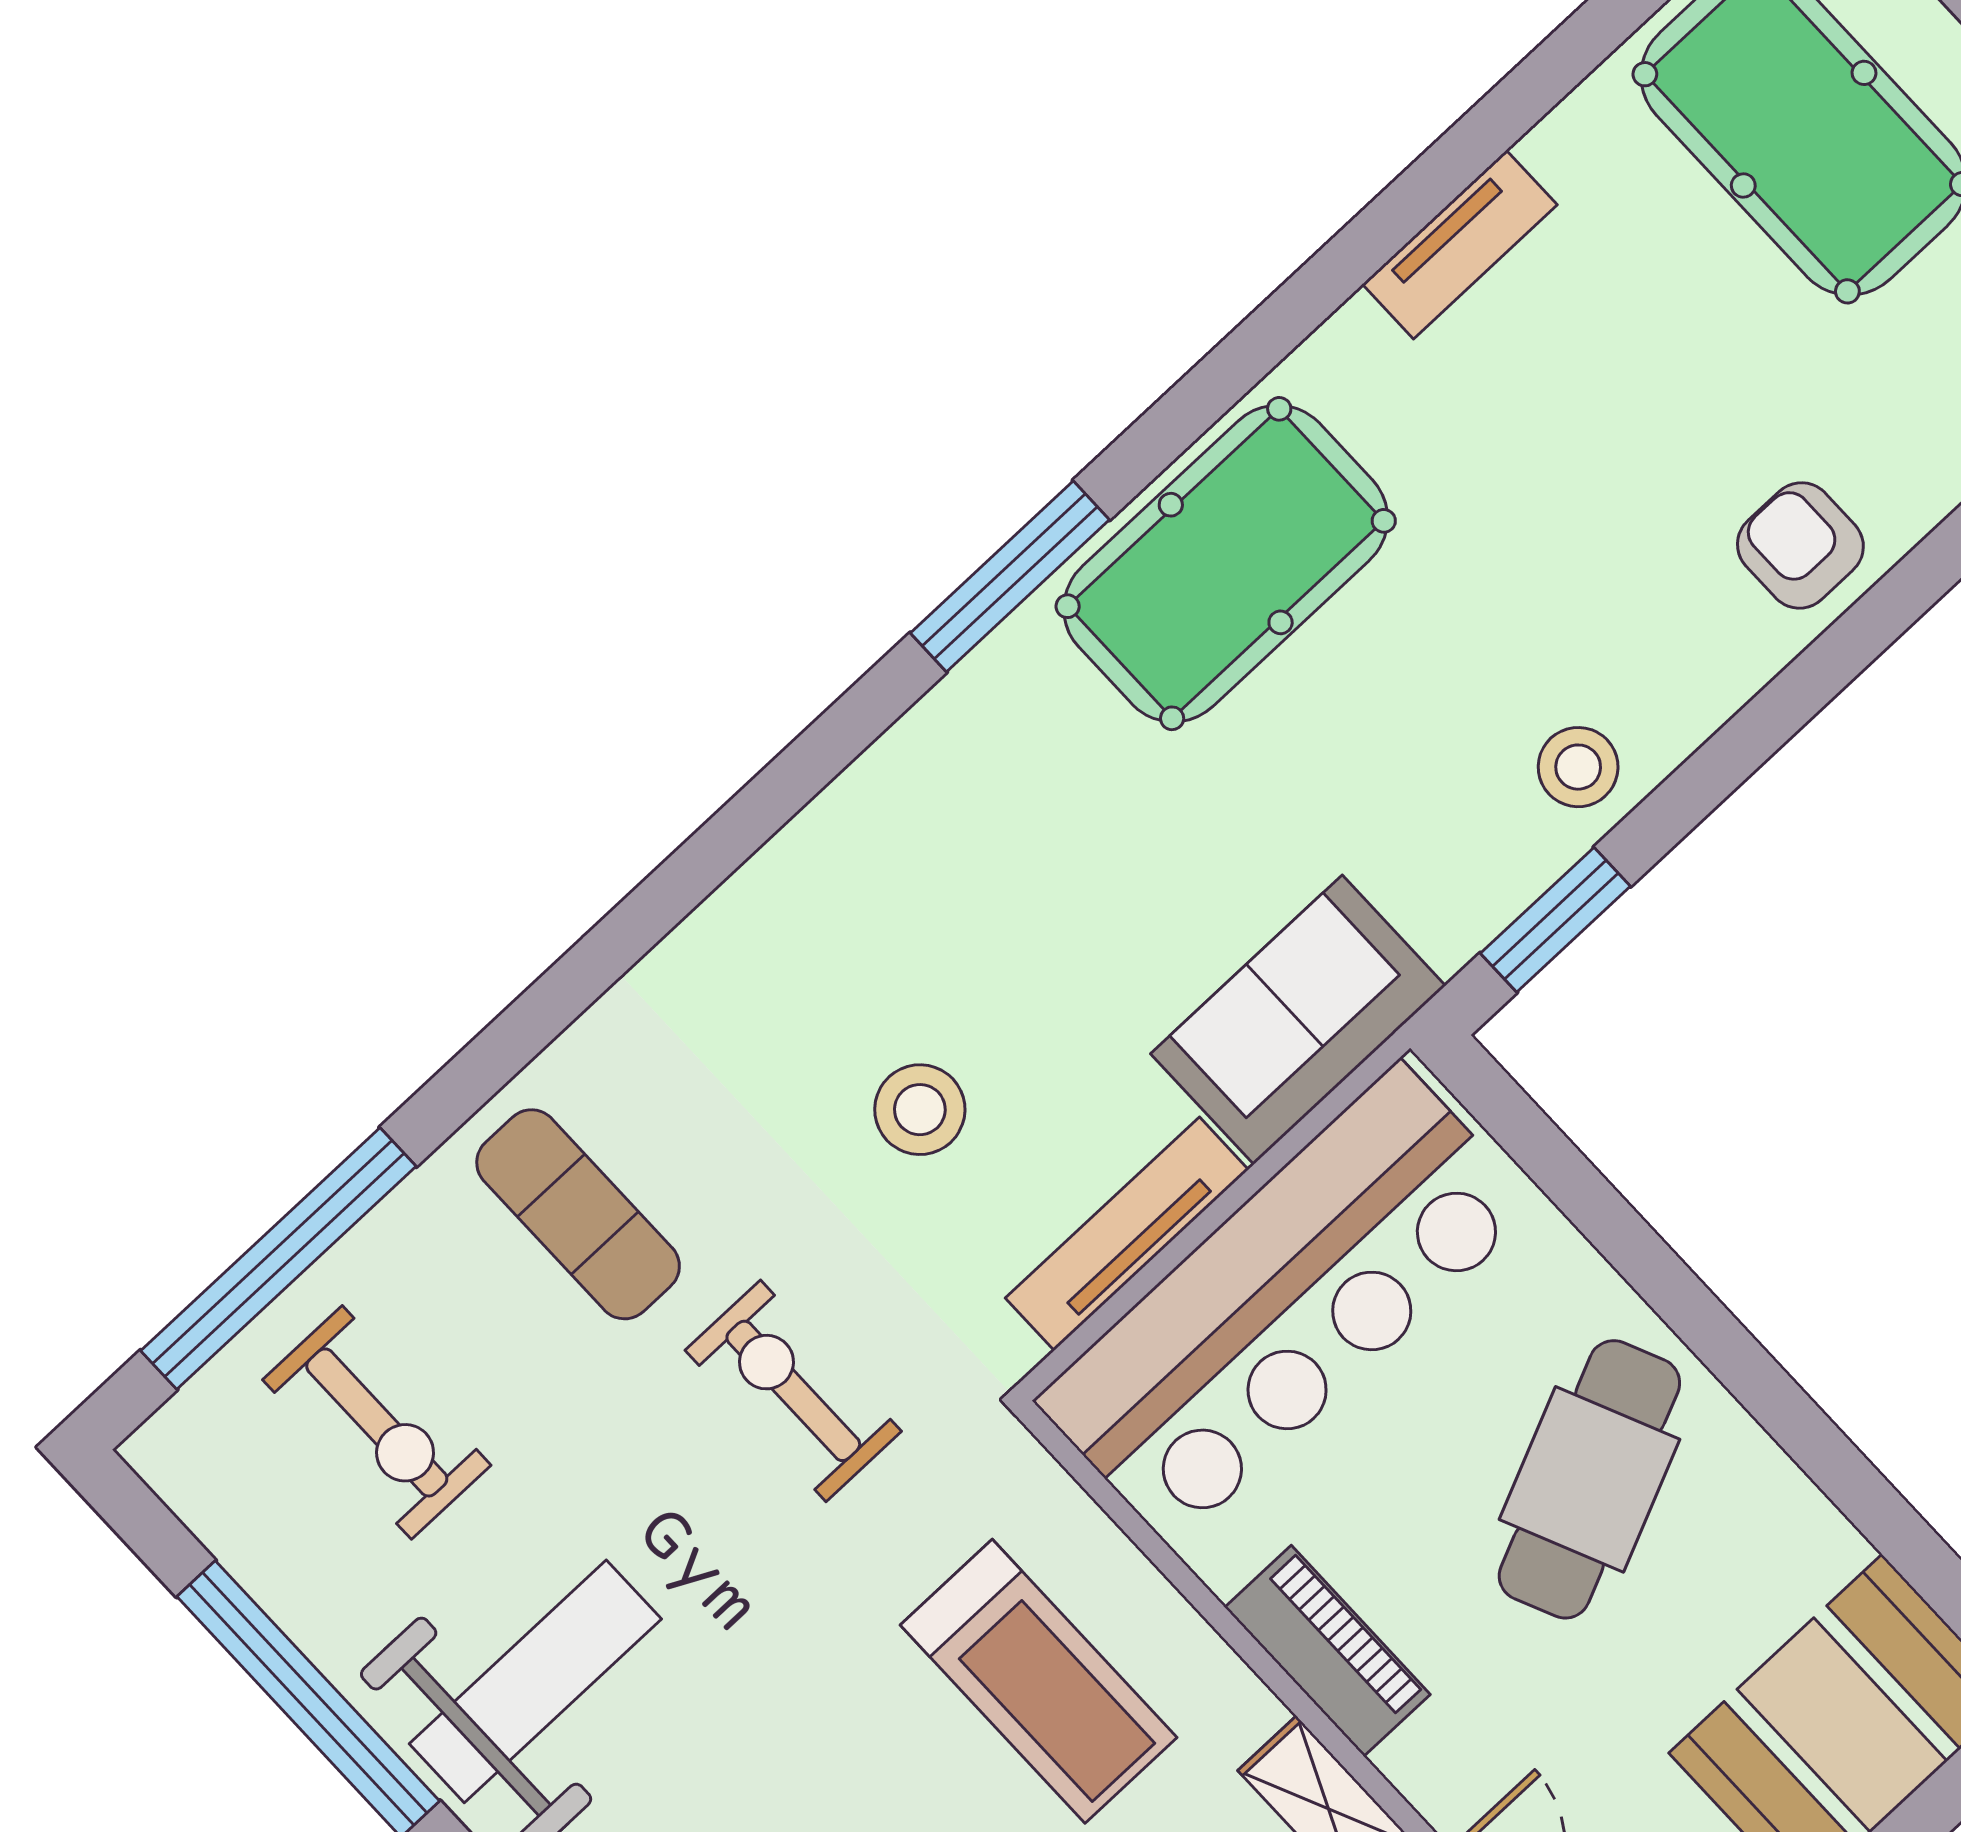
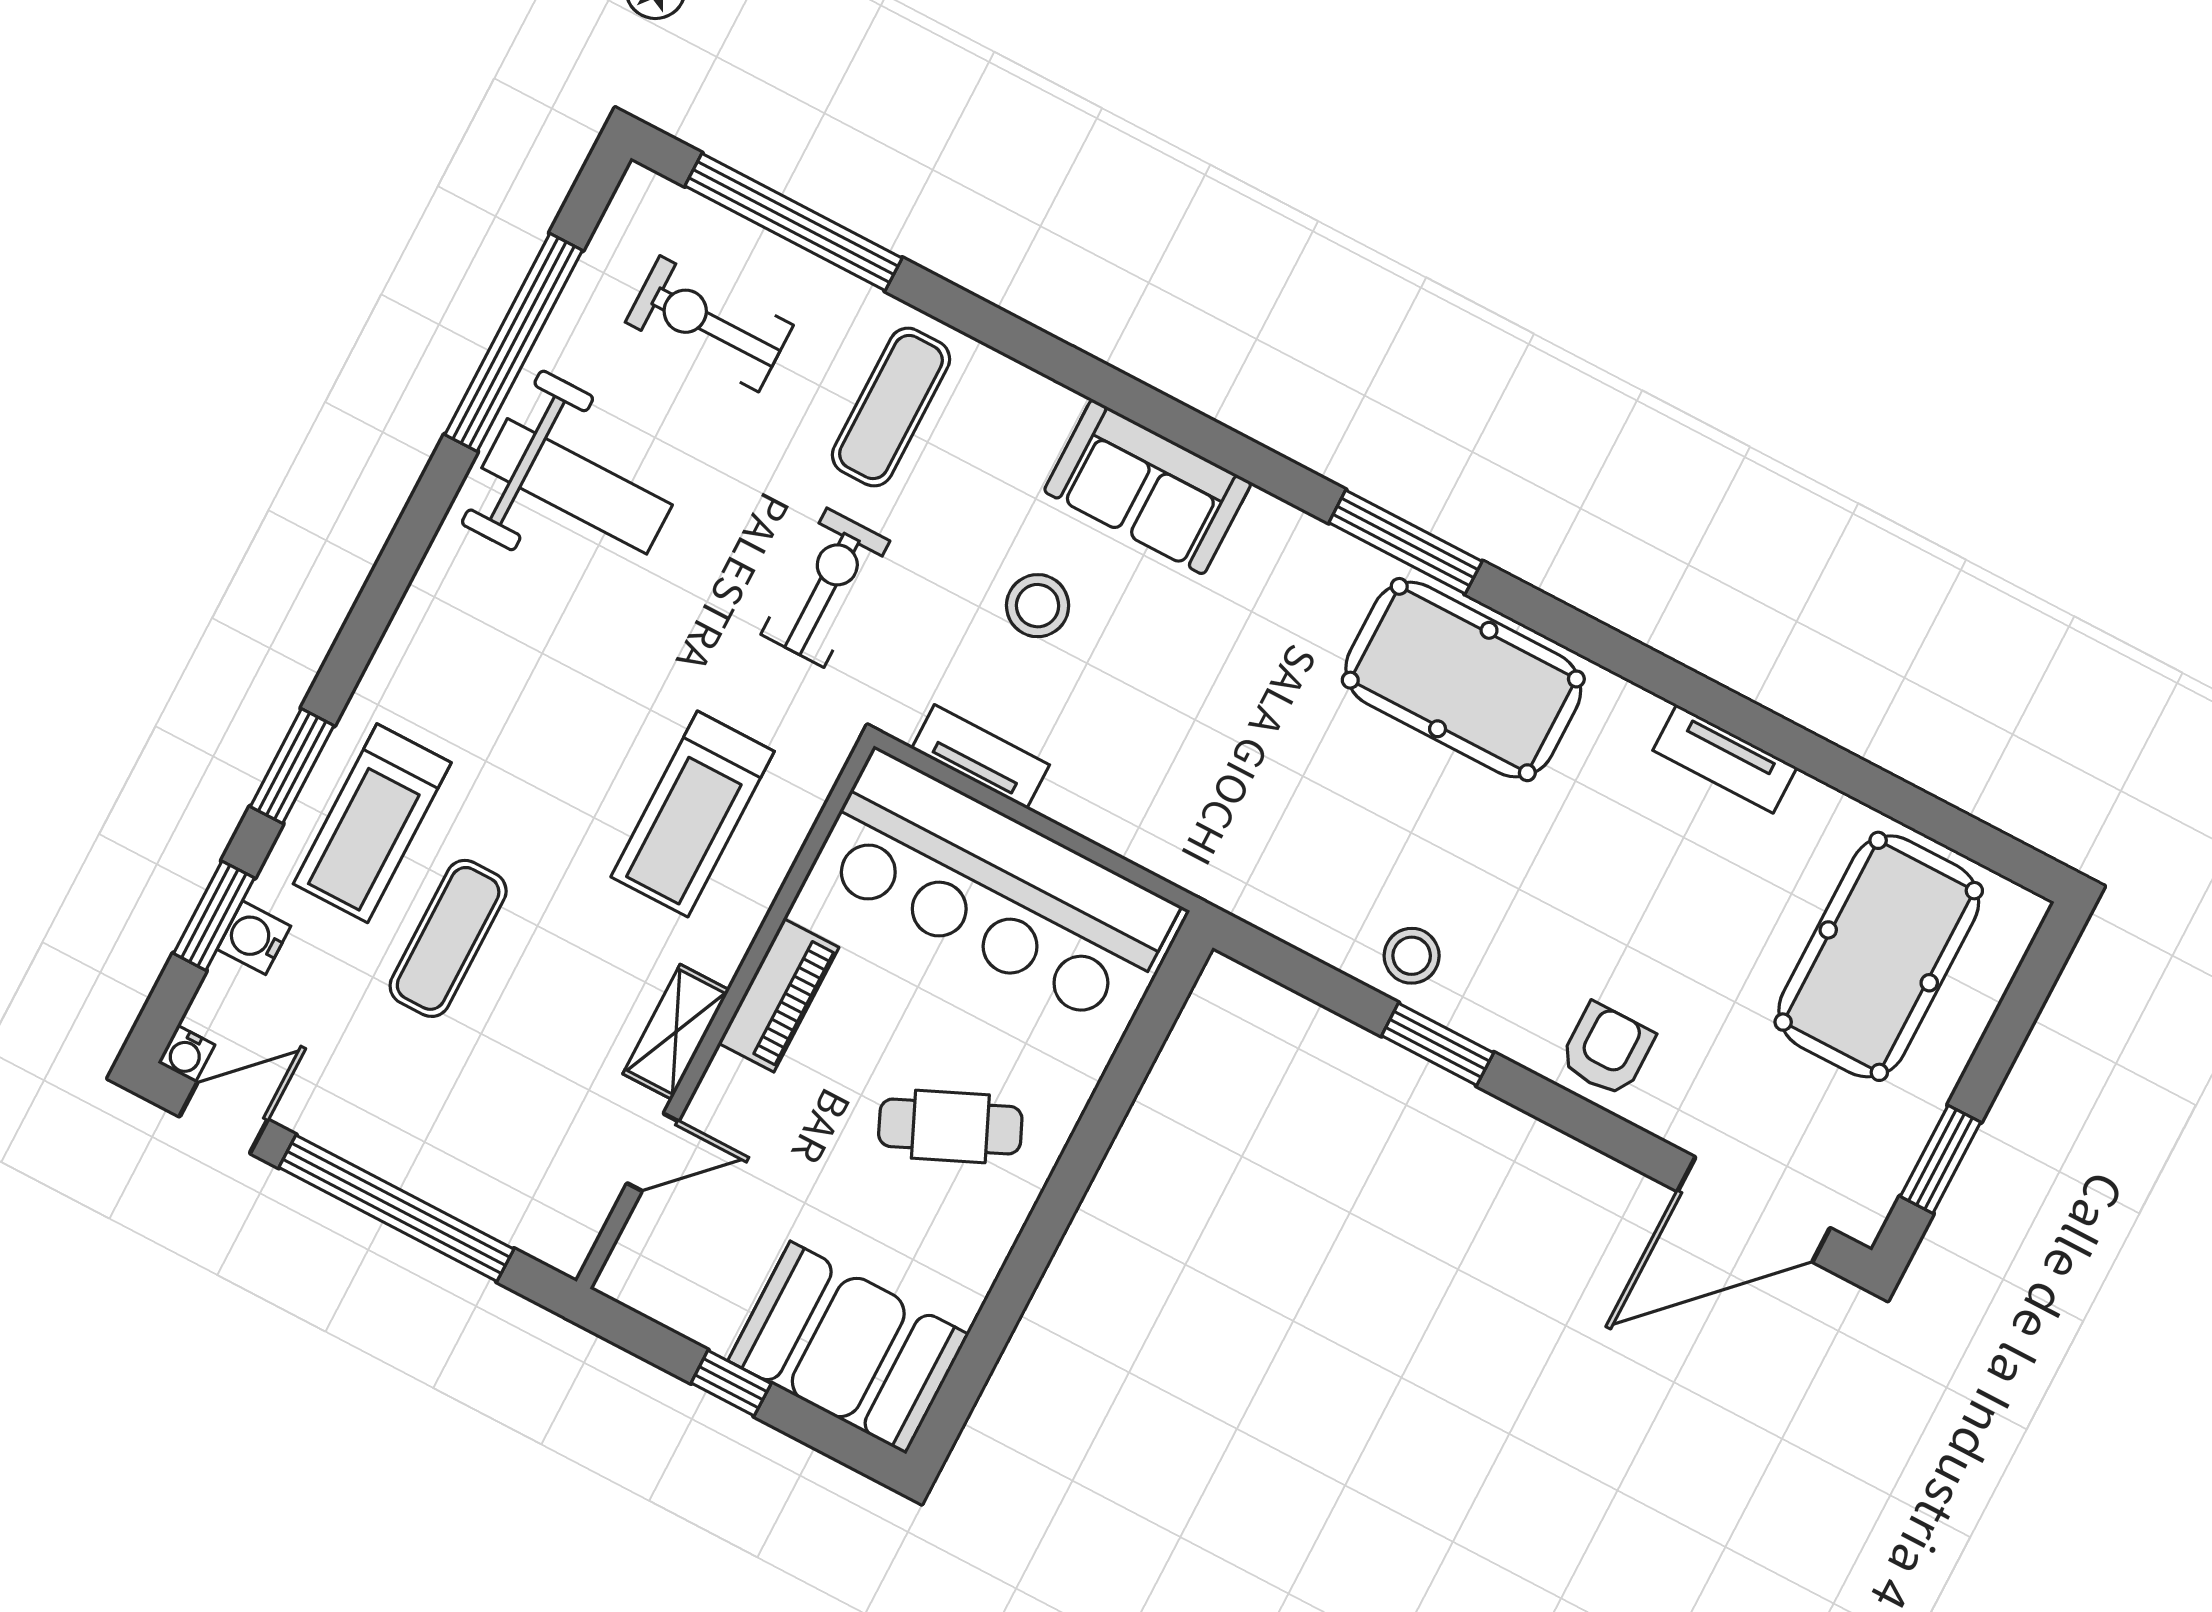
window: (1555, 920) -> (1438, 1044), moved
sofa: (1298, 1020) -> (1148, 487), moved, turned 180
tv unit: (1127, 1234) -> (981, 757), width x0.71
exercise bike: (377, 1422) -> (709, 324), turned 90
cafe table: (1589, 1479) -> (950, 1126), width x0.73, depth x0.74

